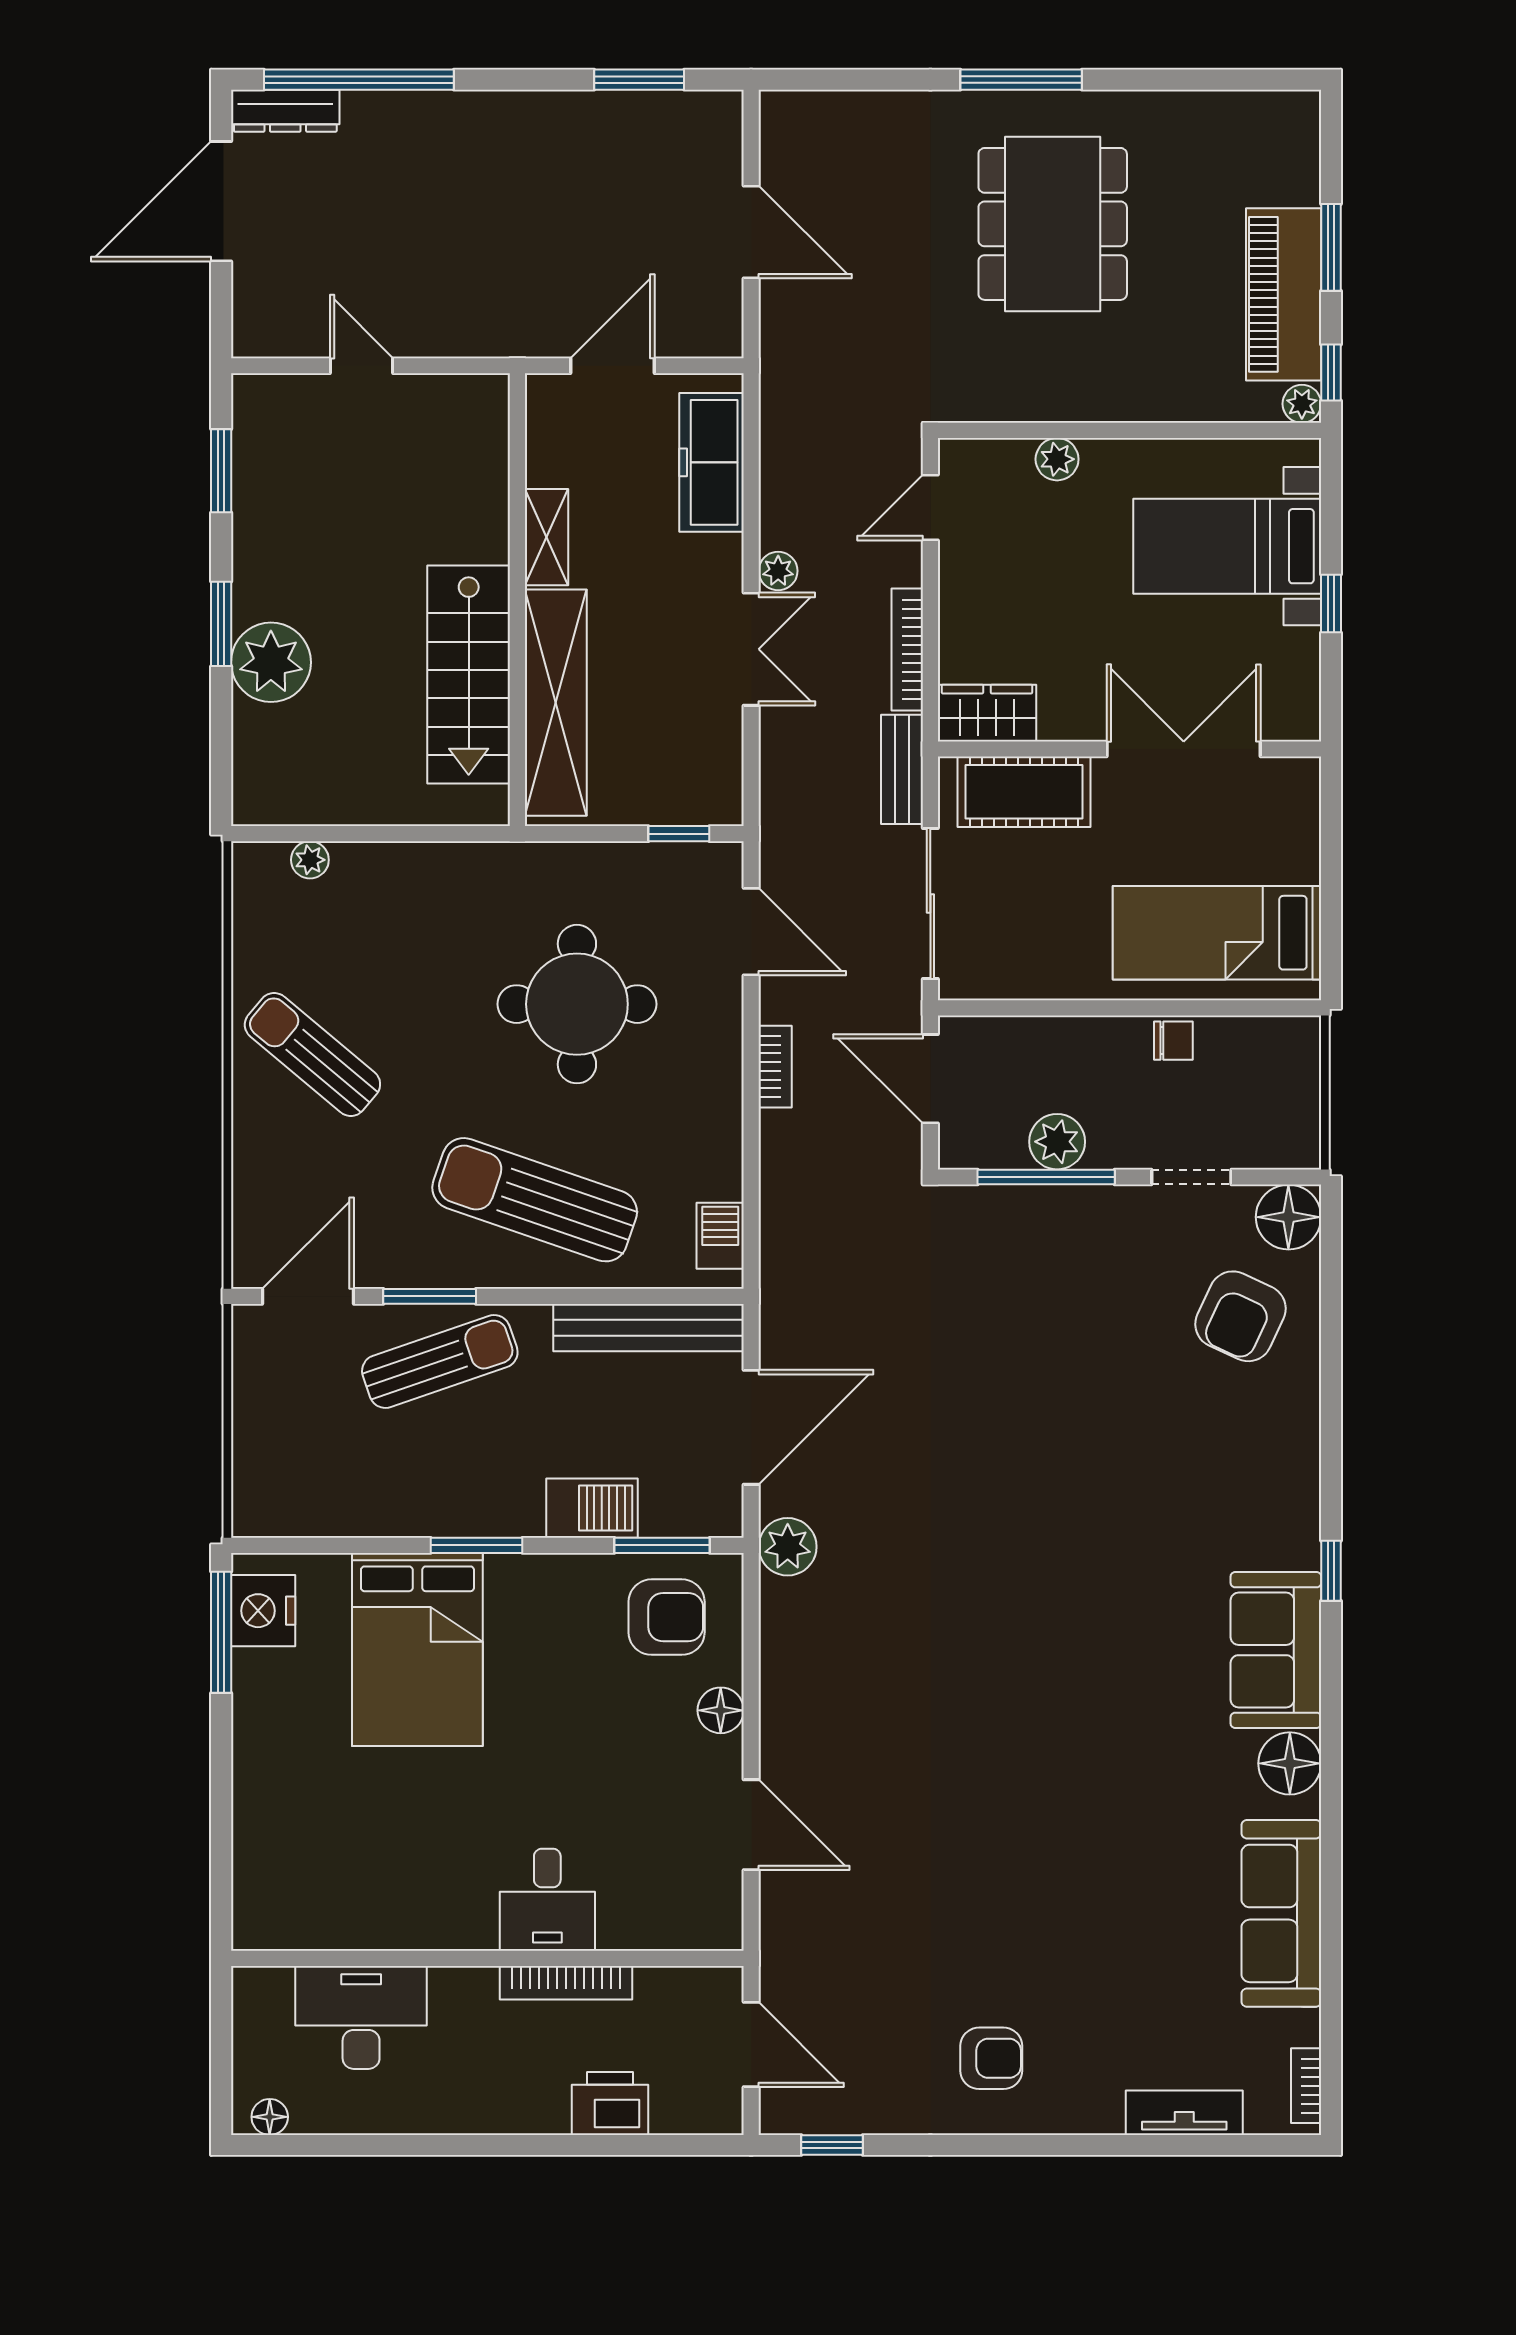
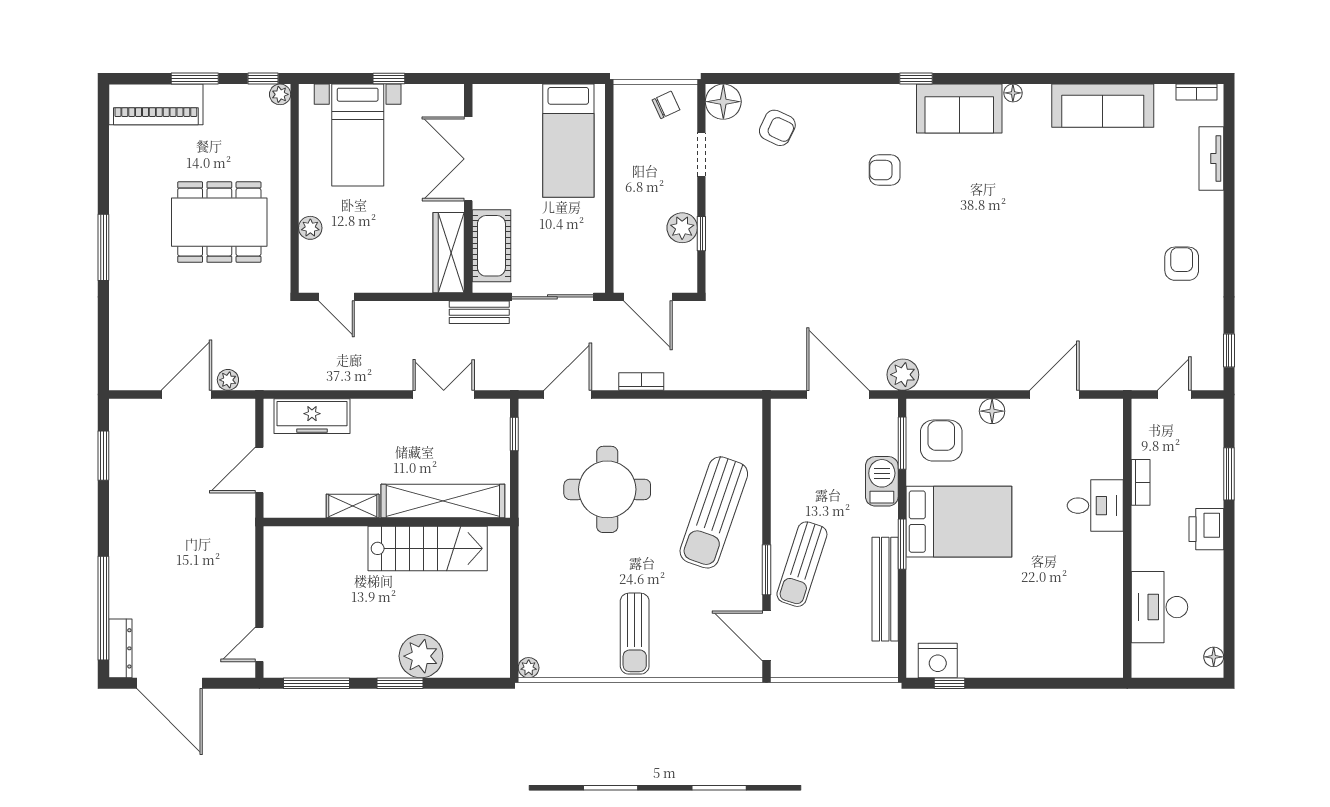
dining table: (1053, 224) -> (219, 222), moved
piano: (1284, 294) -> (156, 104), moved
door: (362, 366) -> (259, 644), moved
door: (613, 366) -> (259, 470), hinge flipped
window: (221, 471) -> (317, 683), width x1.44
plant: (778, 571) -> (228, 380), moved
double door: (751, 649) -> (444, 394), moved
bookcase: (907, 649) -> (414, 309), removed
wardrobe: (987, 713) -> (449, 253), width x1.50
plant: (310, 860) -> (529, 668), moved
chair: (1173, 1041) -> (666, 105), moved, turned 65
sun lounger: (312, 1054) -> (635, 634), turned -40
door: (930, 1079) -> (648, 297), hinge flipped
window: (1046, 1177) -> (701, 234), width x0.46
barbecue: (720, 1236) -> (733, 411), removed
armchair: (1240, 1316) -> (777, 128), width x0.72, depth x0.72
bench: (649, 1328) -> (885, 589), moved
sun lounger: (440, 1362) -> (802, 564), turned -143
armchair: (1163, 1513) -> (885, 170), added
window: (221, 1632) -> (949, 683), width x0.46
bed: (417, 1649) -> (959, 522), moved
floor lamp: (1290, 1763) -> (1013, 93), width x0.53, depth x0.53
bookcase: (566, 1983) -> (1141, 482), width x0.64
door: (751, 2044) -> (1174, 394), width x0.73
printer: (610, 2103) -> (1206, 529), moved
window: (605, 2145) -> (1229, 474), added

